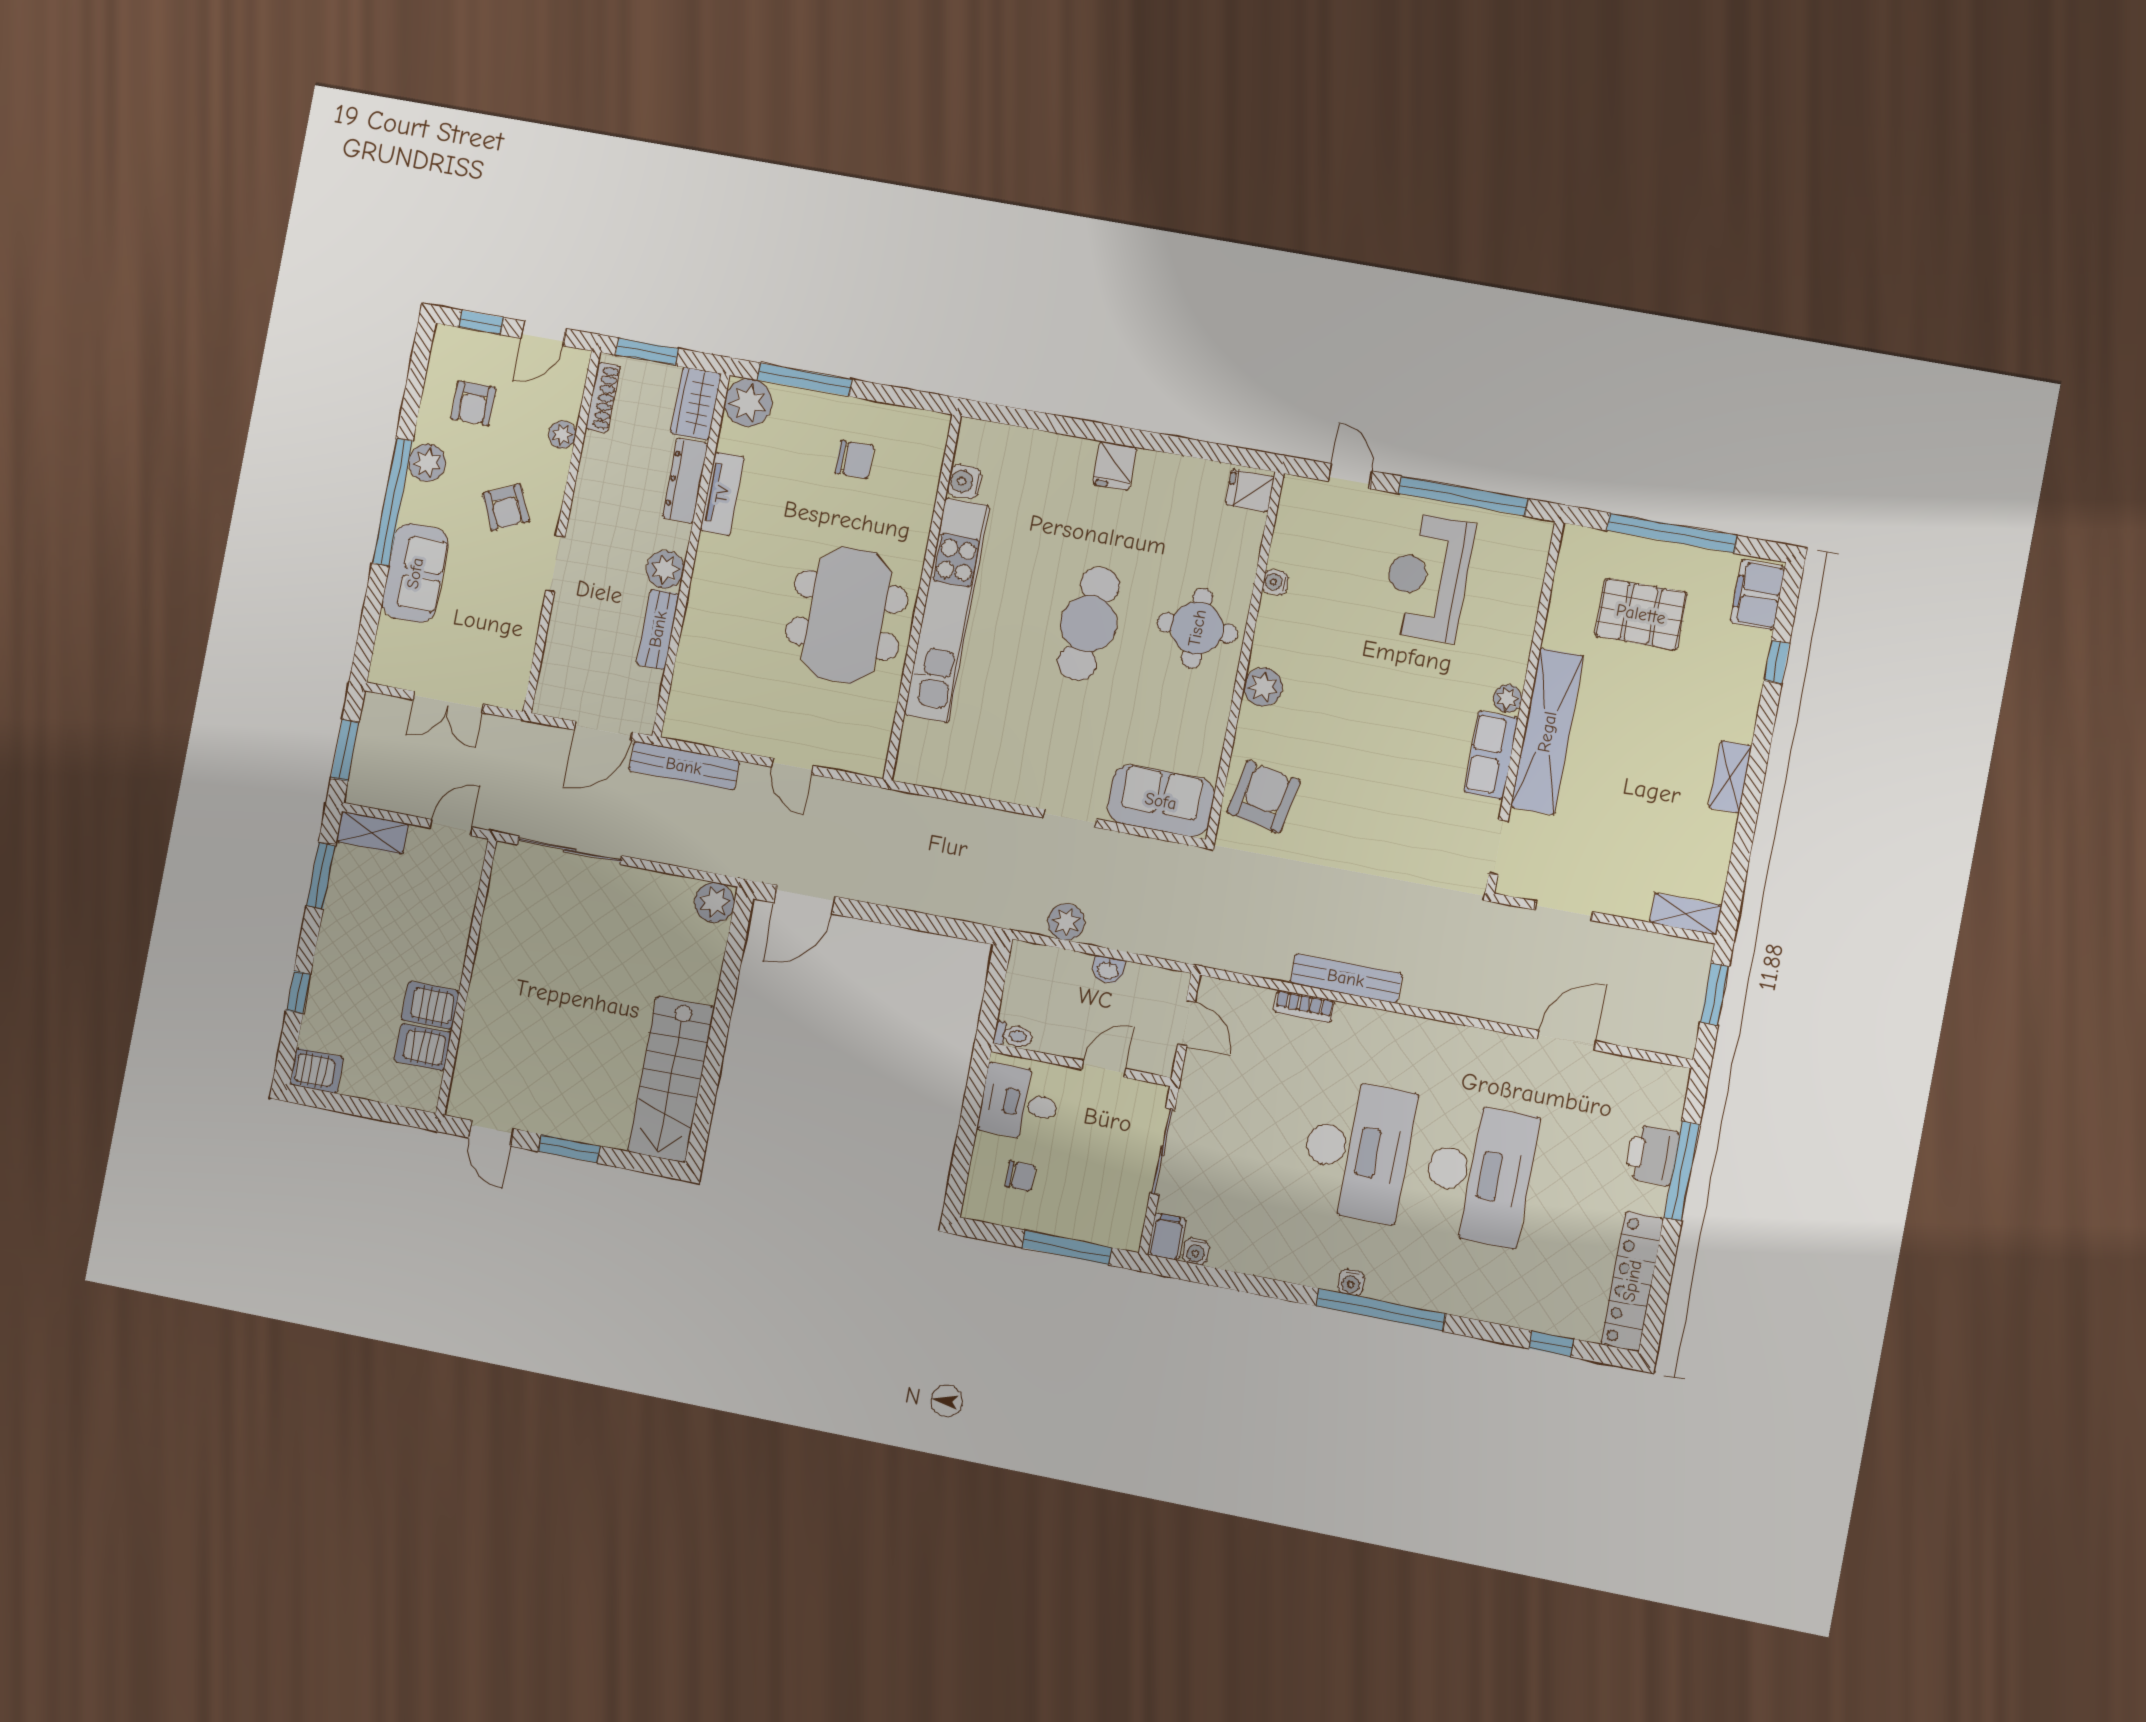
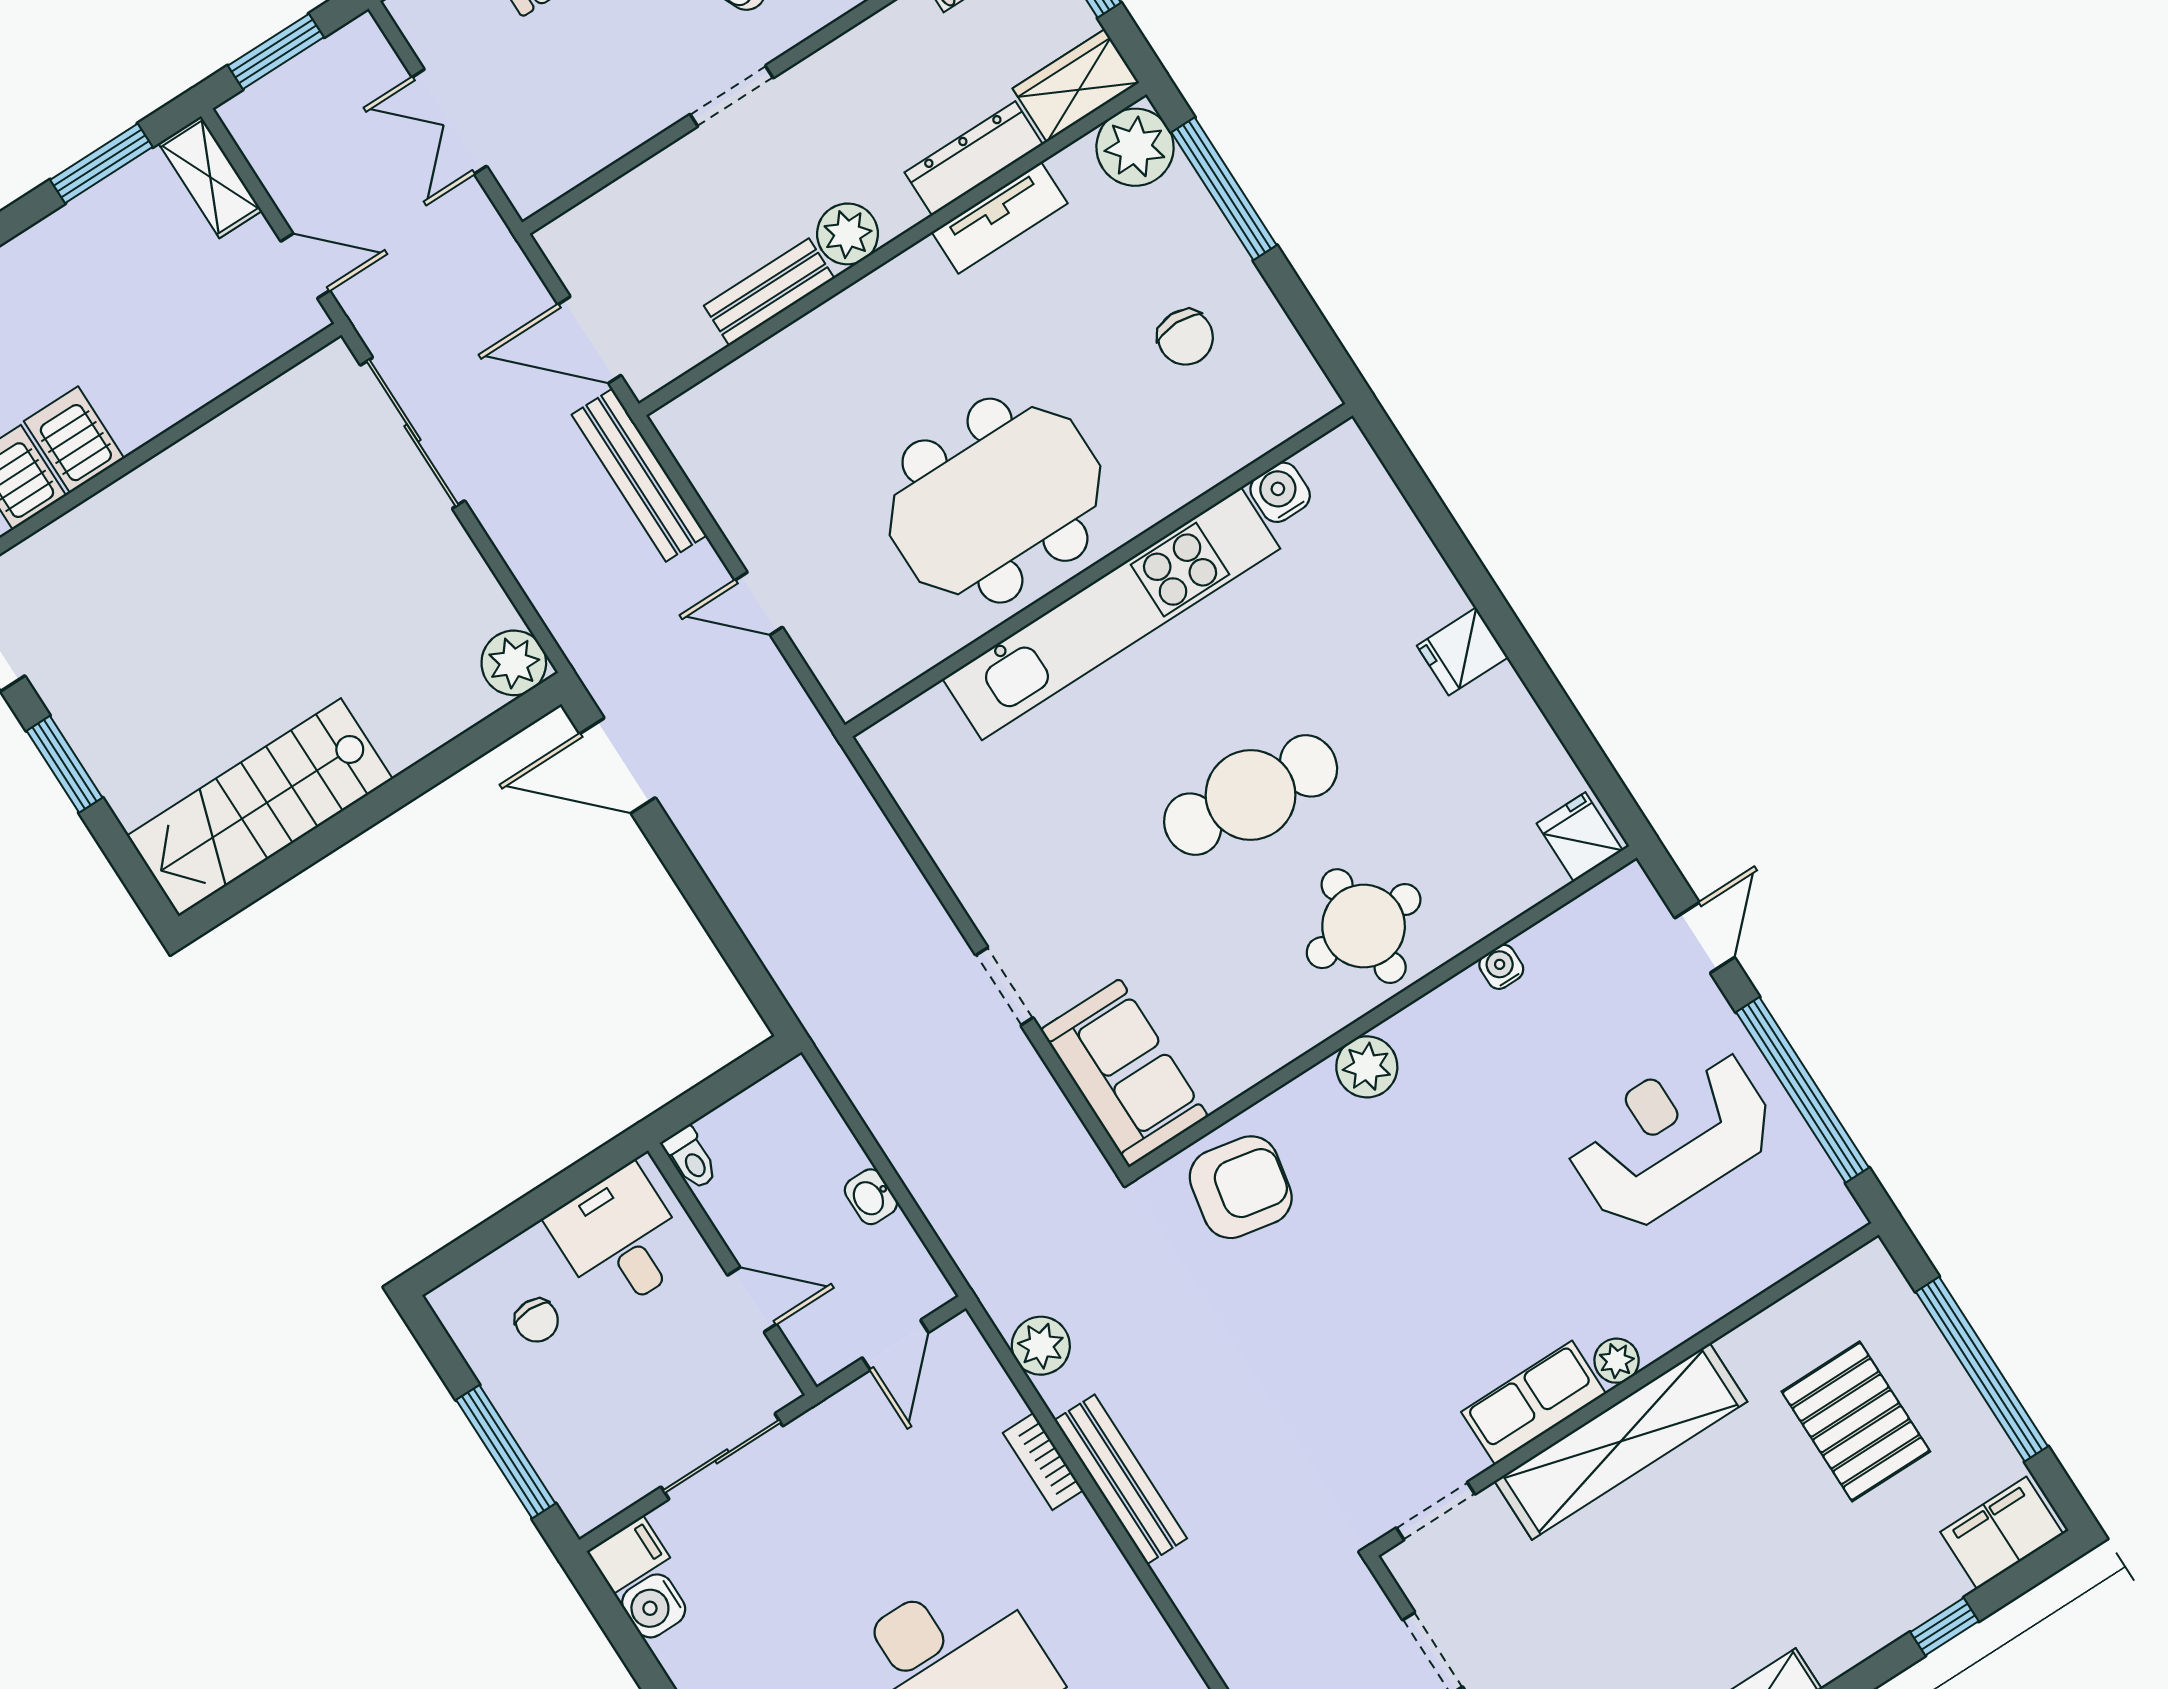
door: (792, 766) -> (759, 604), hinge flipped
plant: (1066, 922) -> (1041, 1346), moved
water cooler: (1196, 1252) -> (654, 1606), width x1.38, depth x1.38

